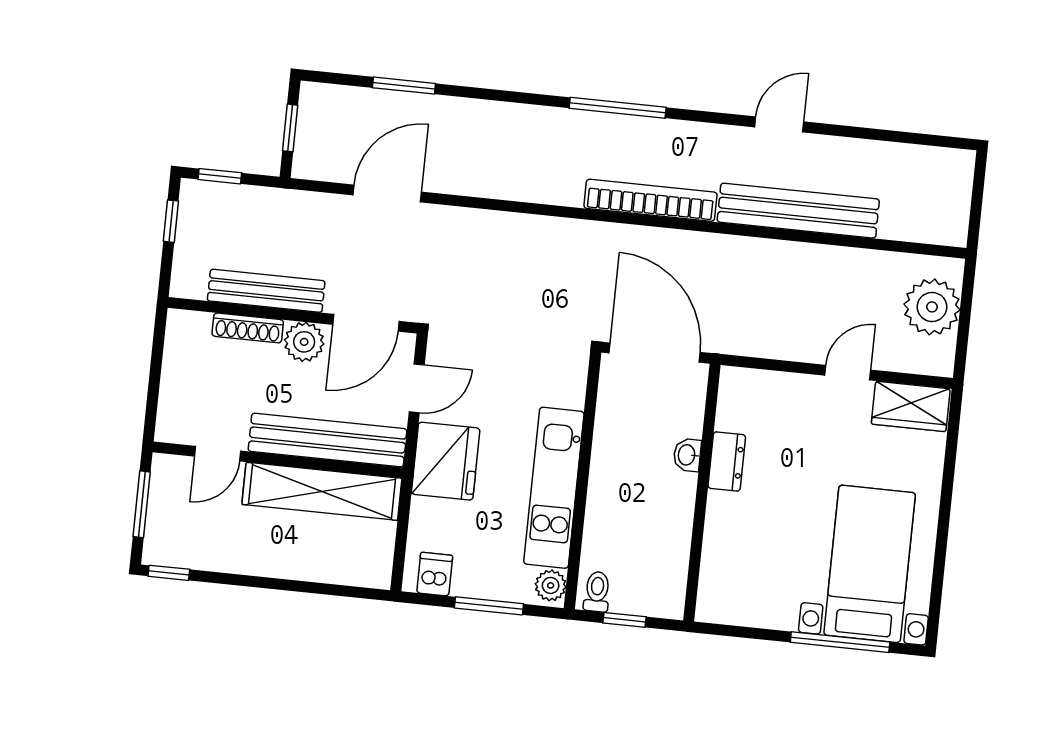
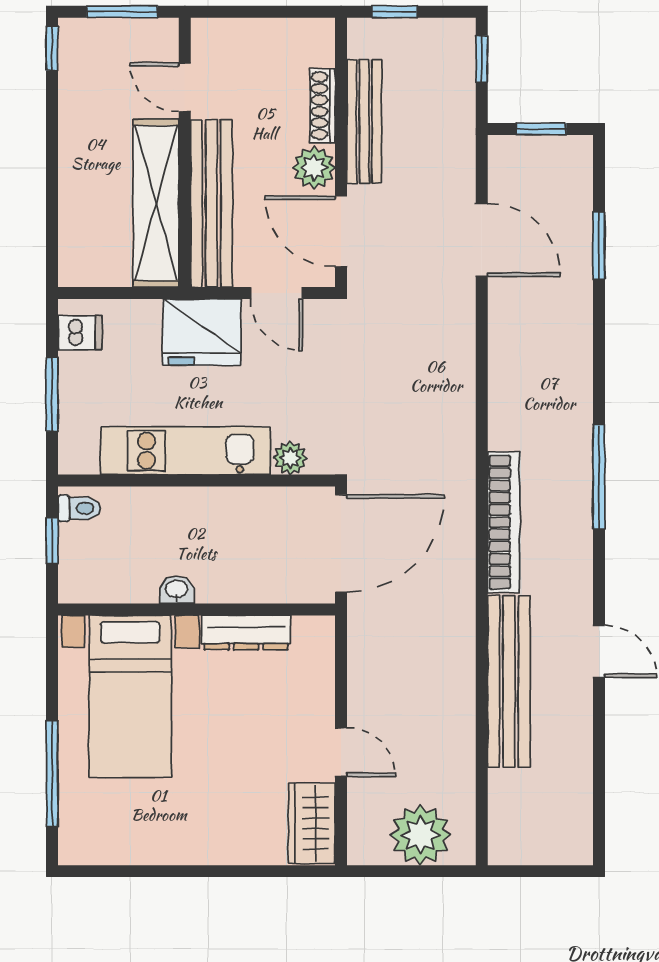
window: (171, 221) -> (394, 12), moved
washbasin: (687, 455) -> (177, 590), moved
dresser: (727, 461) -> (246, 633), width x1.44
bed with nightstands: (870, 564) -> (130, 696), moved, turned 90
plant: (551, 585) -> (290, 458), moved

